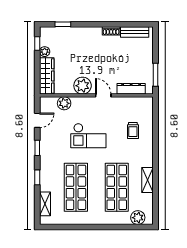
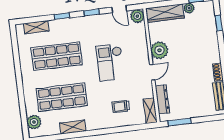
shelving: (141, 102) -> (150, 111), added
plant: (64, 103) -> (137, 16), moved

